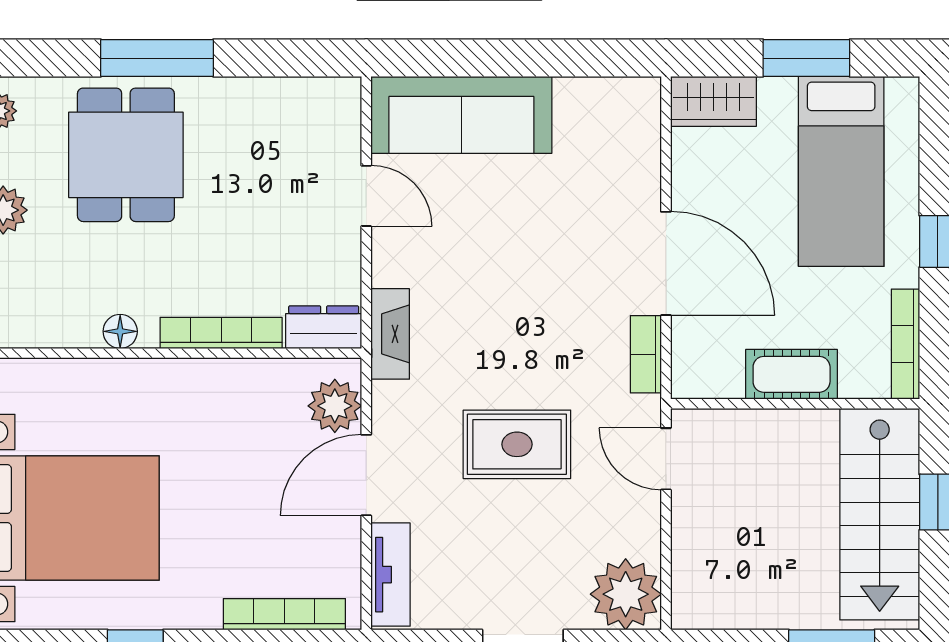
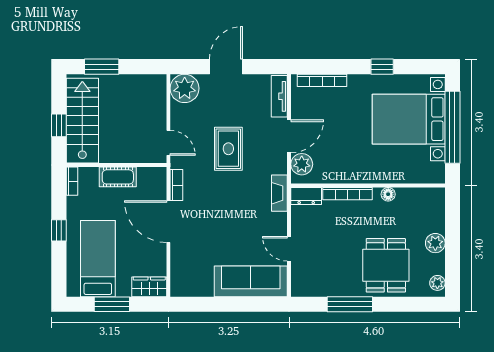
window: (157, 58) -> (350, 304), moved
bookcase: (905, 344) -> (72, 181), width x0.64
rug: (517, 444) -> (228, 149), turned 90

